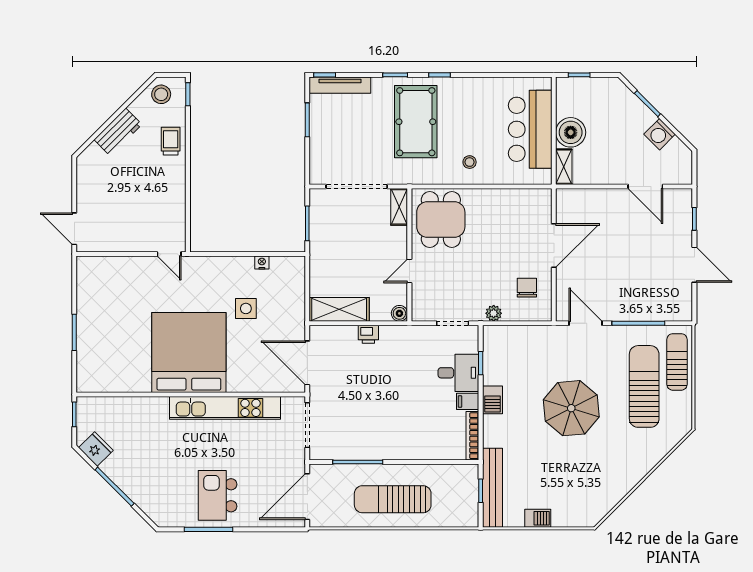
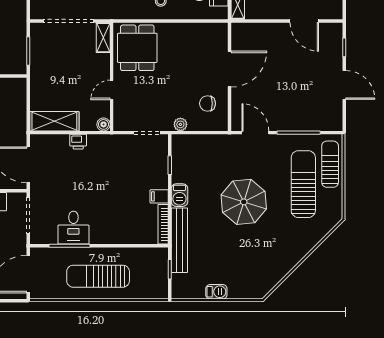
chair: (527, 288) -> (208, 103), turned -90
desk: (458, 373) -> (73, 228), moved, turned 90
bench: (492, 488) -> (179, 240), moved

